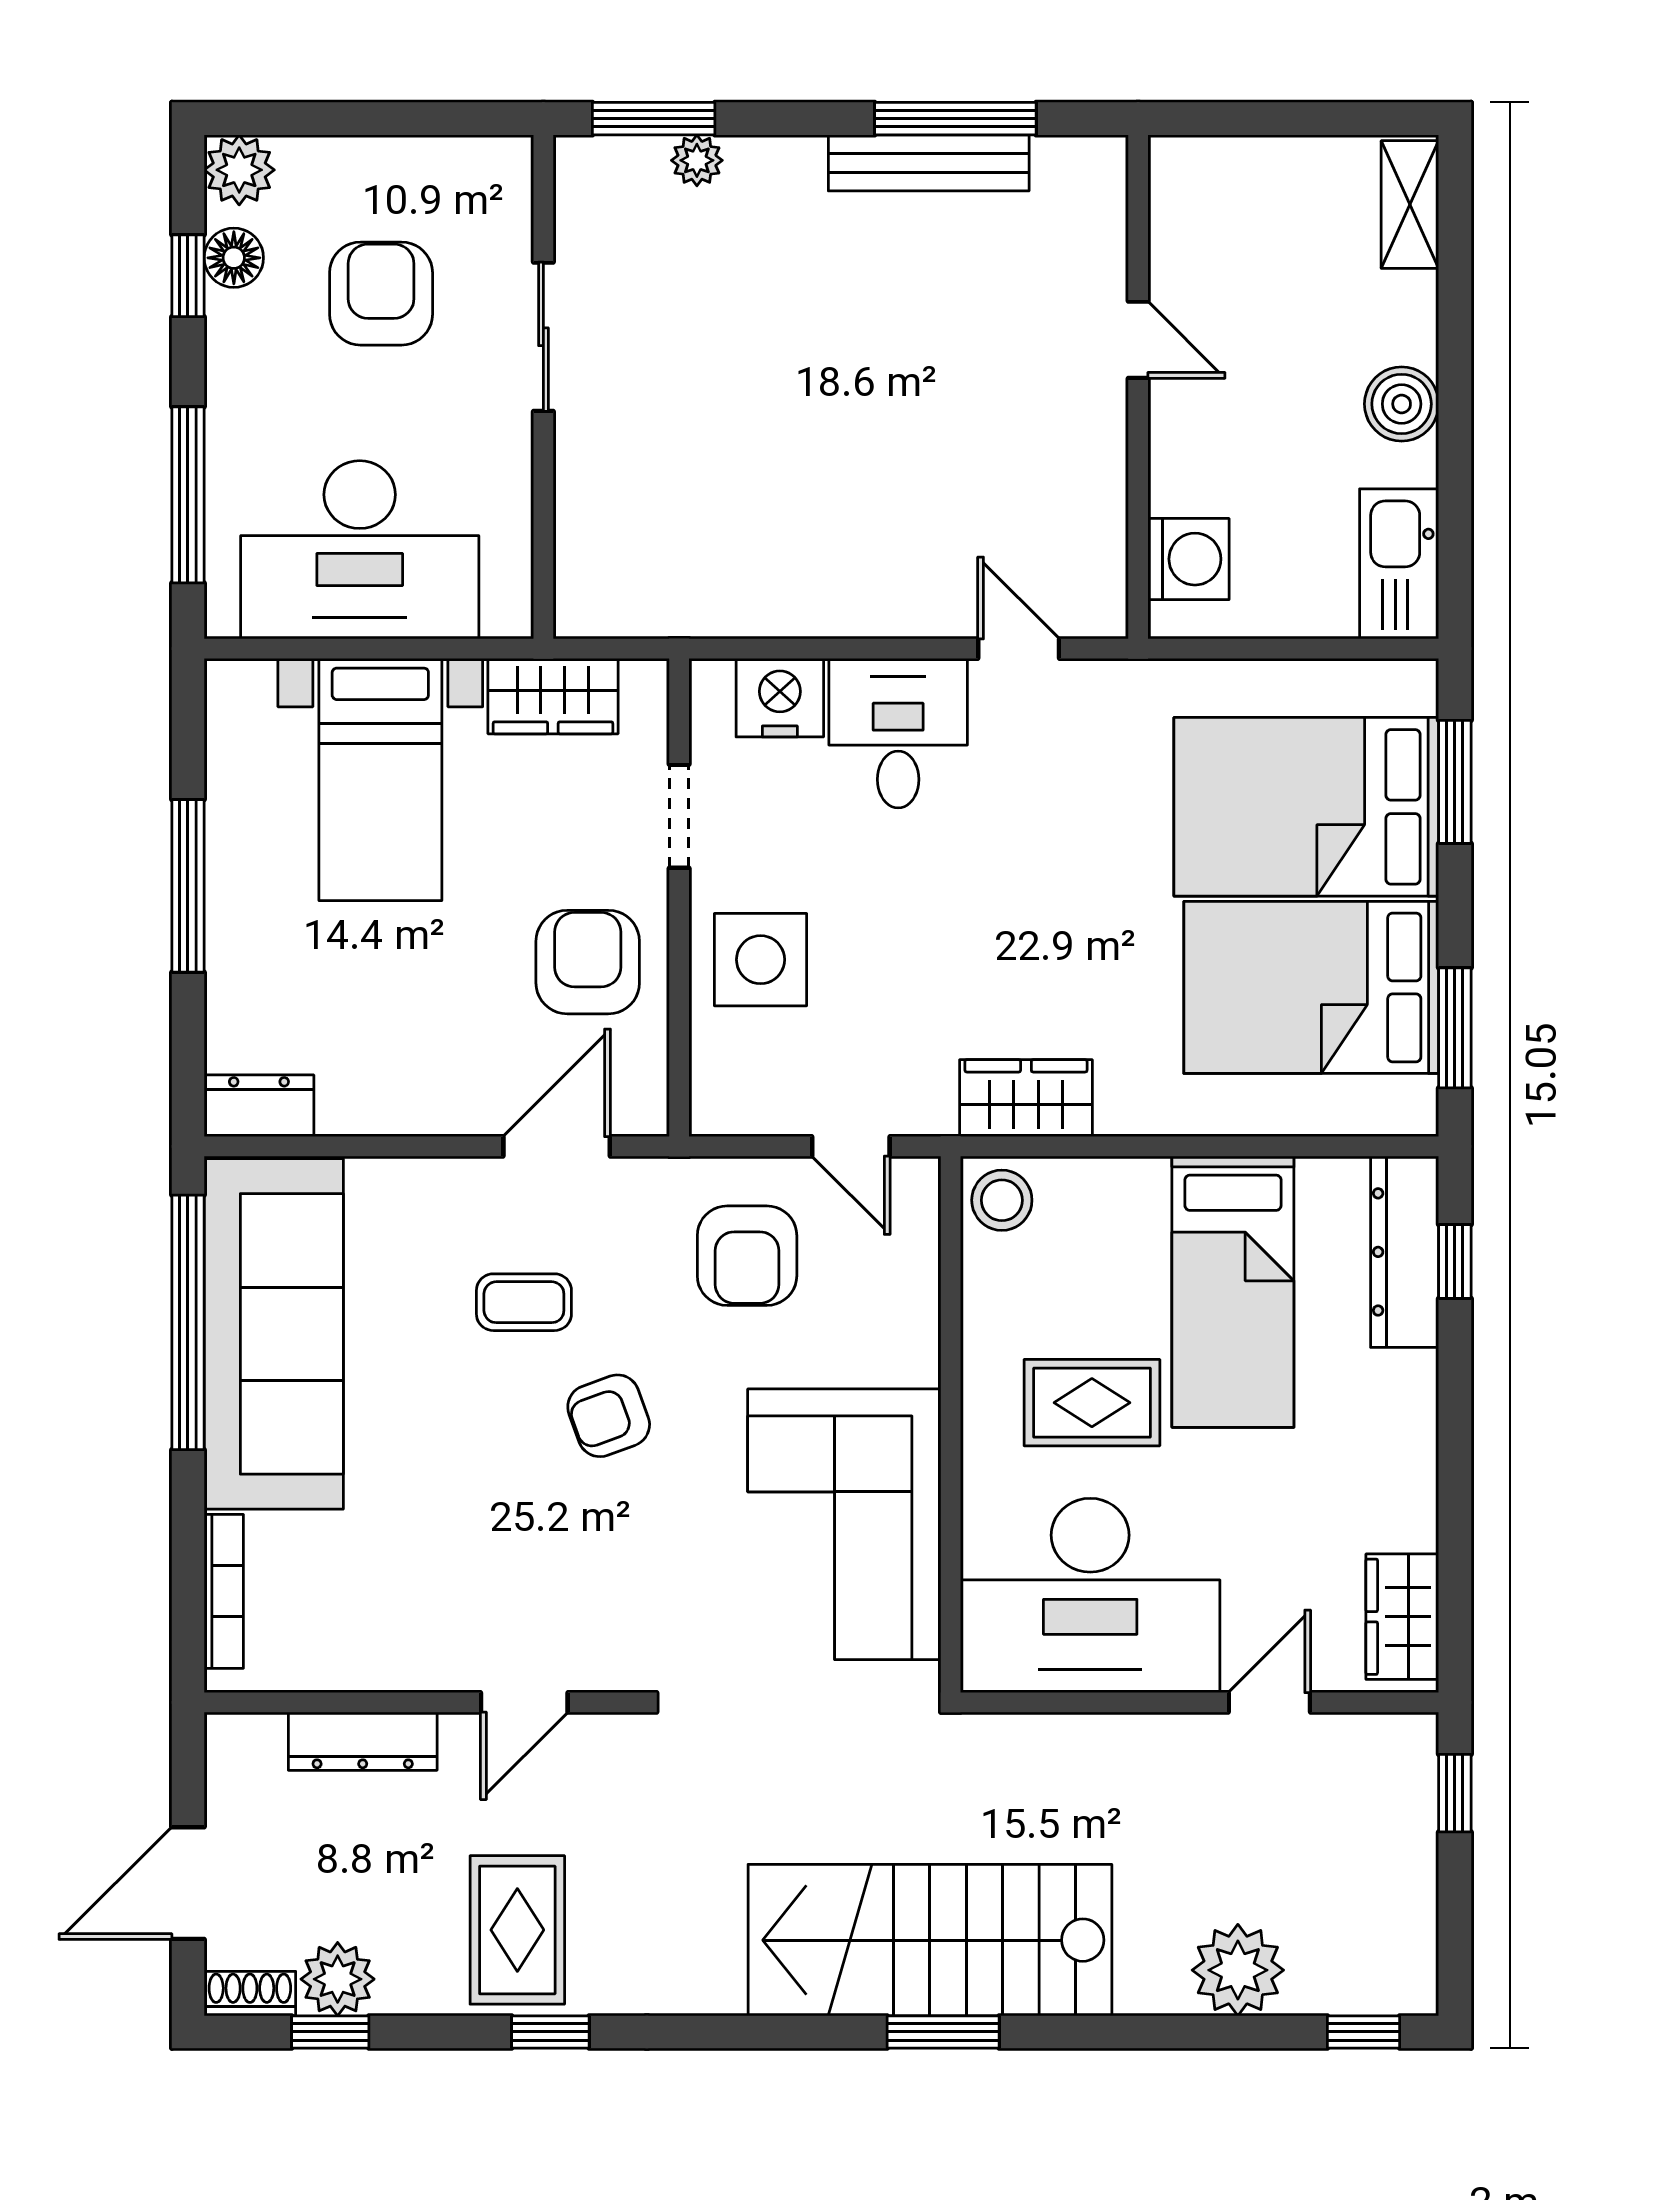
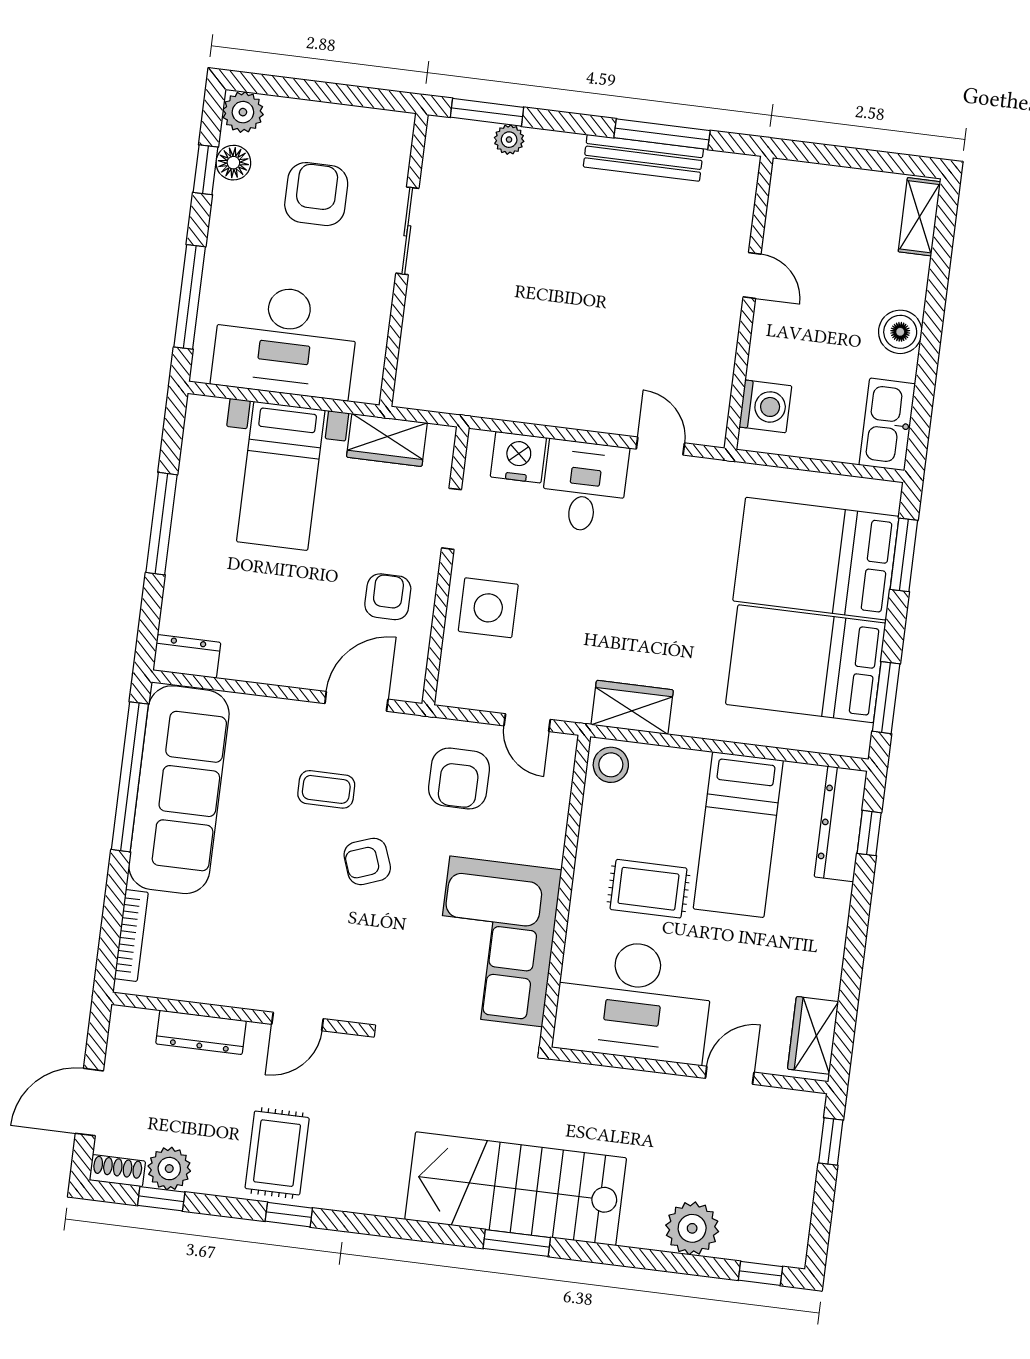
armchair: (588, 962) -> (388, 597), width x0.72, depth x0.72

